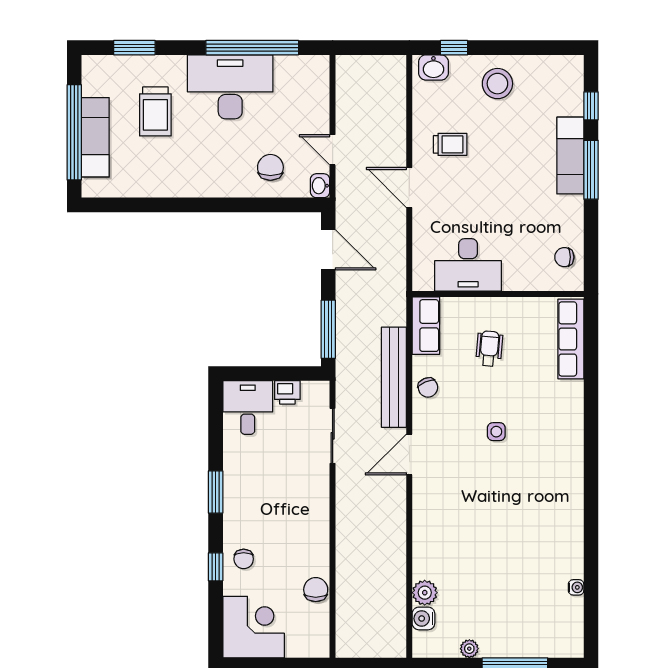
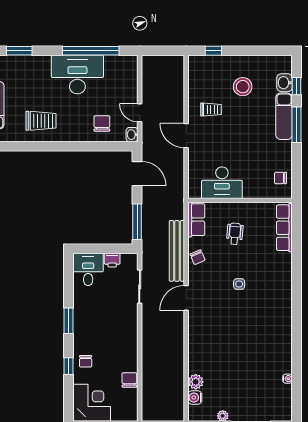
washbasin: (433, 67) -> (285, 83), moved, turned 90
stool: (497, 84) -> (243, 87), moved
trolley: (155, 111) -> (41, 121), moved, turned -90

